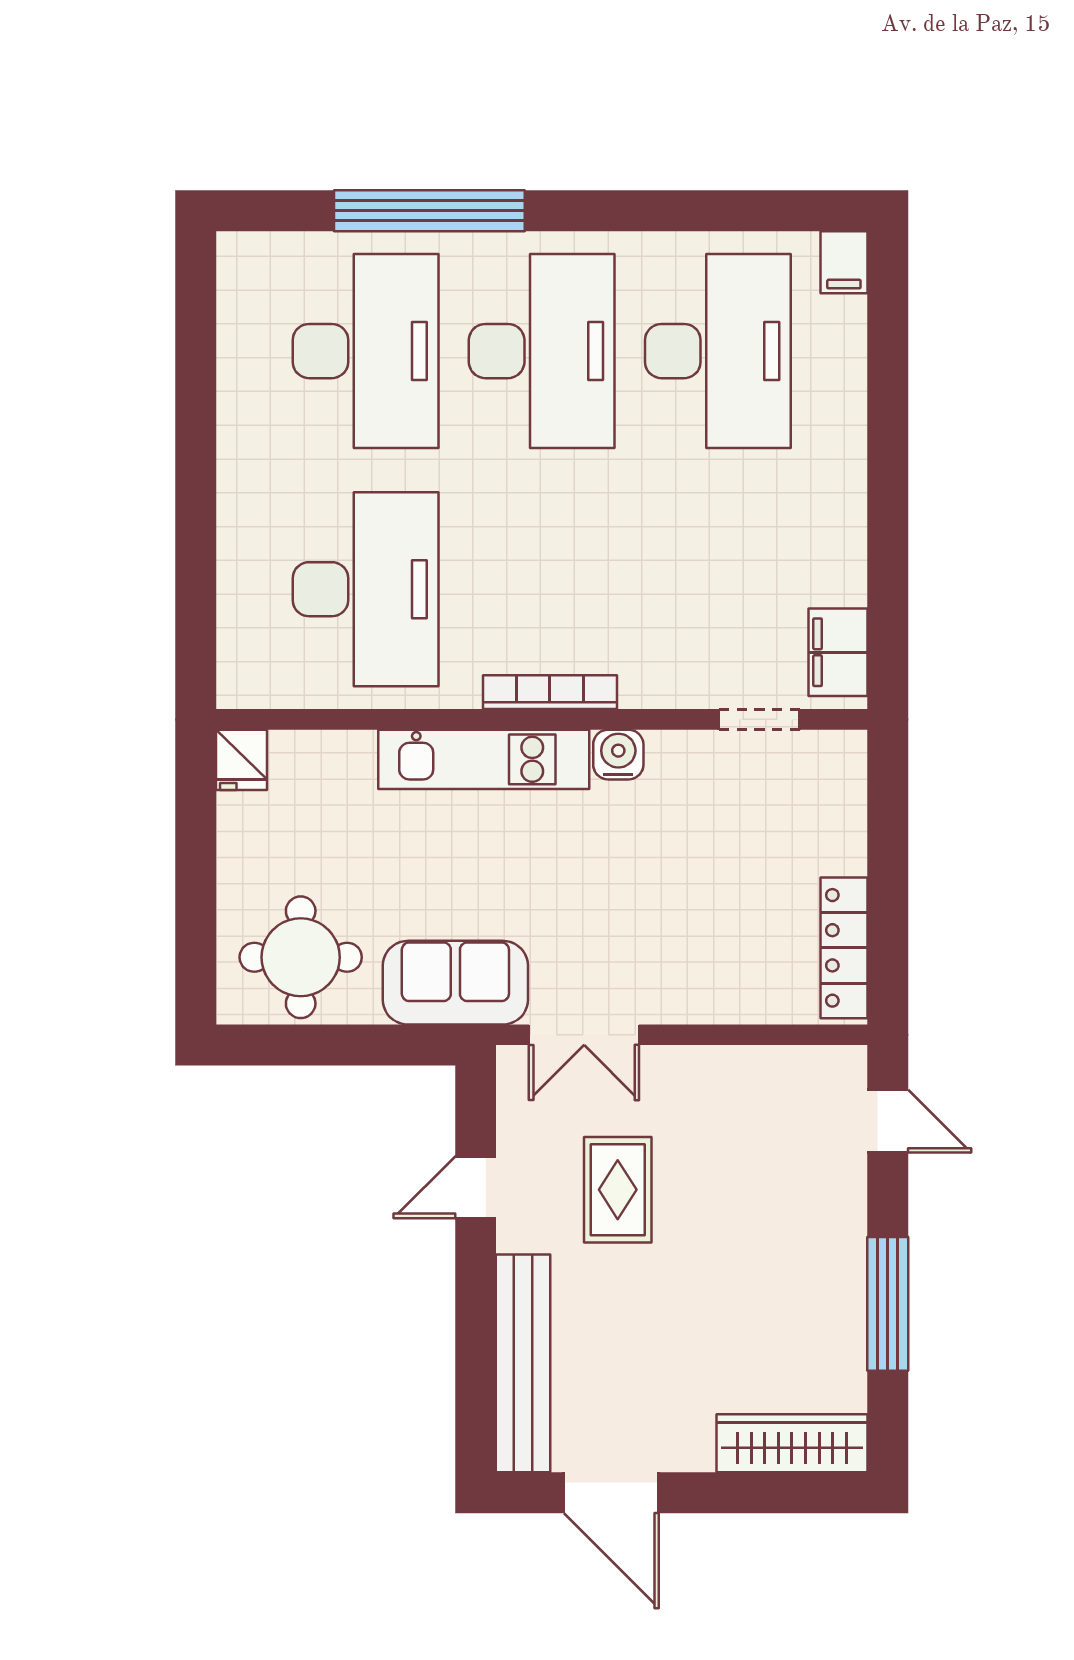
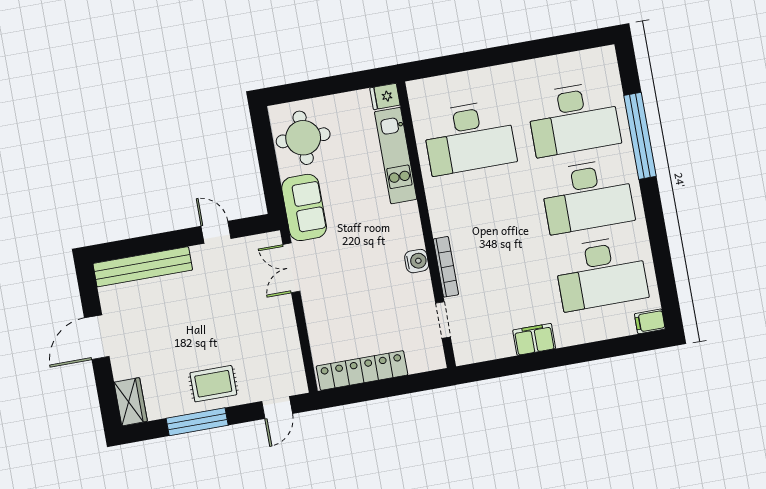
filing cabinet: (838, 652) -> (534, 339), moved
bookcase: (550, 692) -> (446, 267), moved
kitchen unit: (484, 759) -> (396, 156), moved
locker: (844, 948) -> (362, 371), width x1.41, depth x1.21
rug: (618, 1190) -> (213, 384), moved
wardrobe: (792, 1443) -> (131, 402), width x0.67
door: (611, 1493) -> (97, 337), moved

